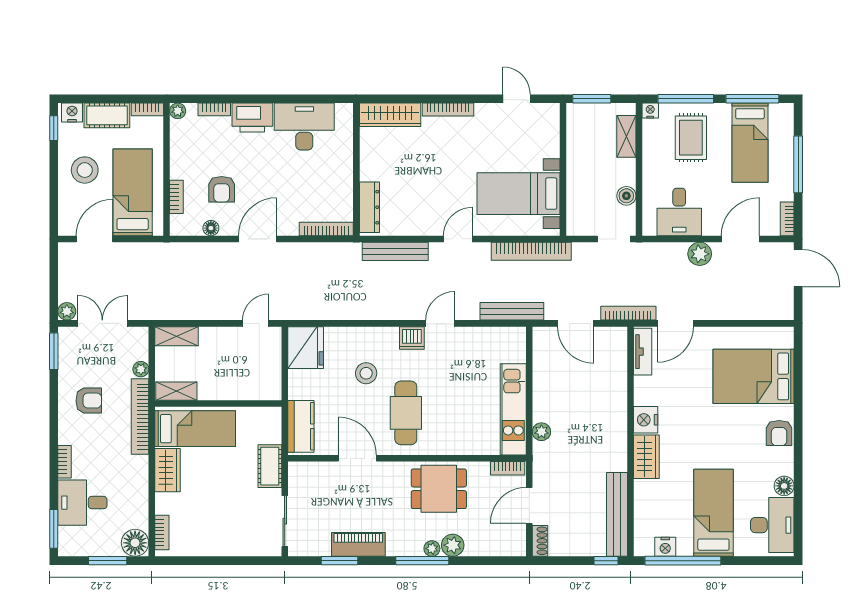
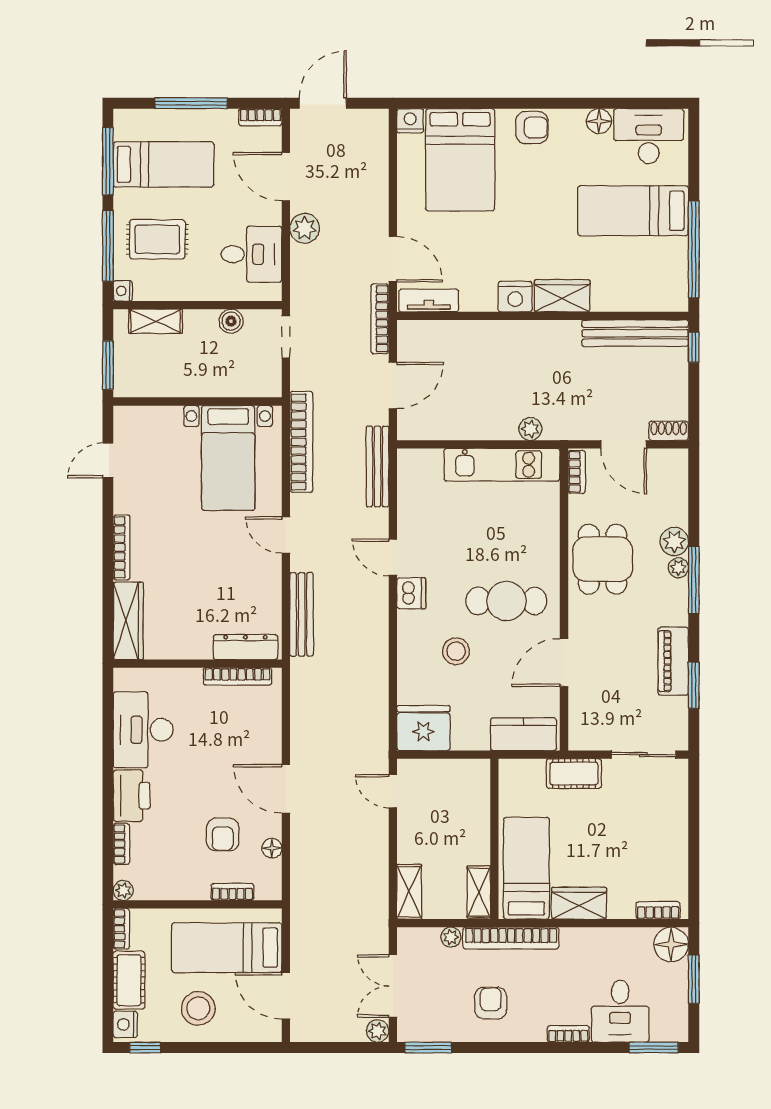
armchair: (222, 189) -> (223, 835), turned 90
bookcase: (326, 229) -> (238, 676), moved, turned -90
nightstand: (665, 547) -> (410, 121), moved, turned -90

